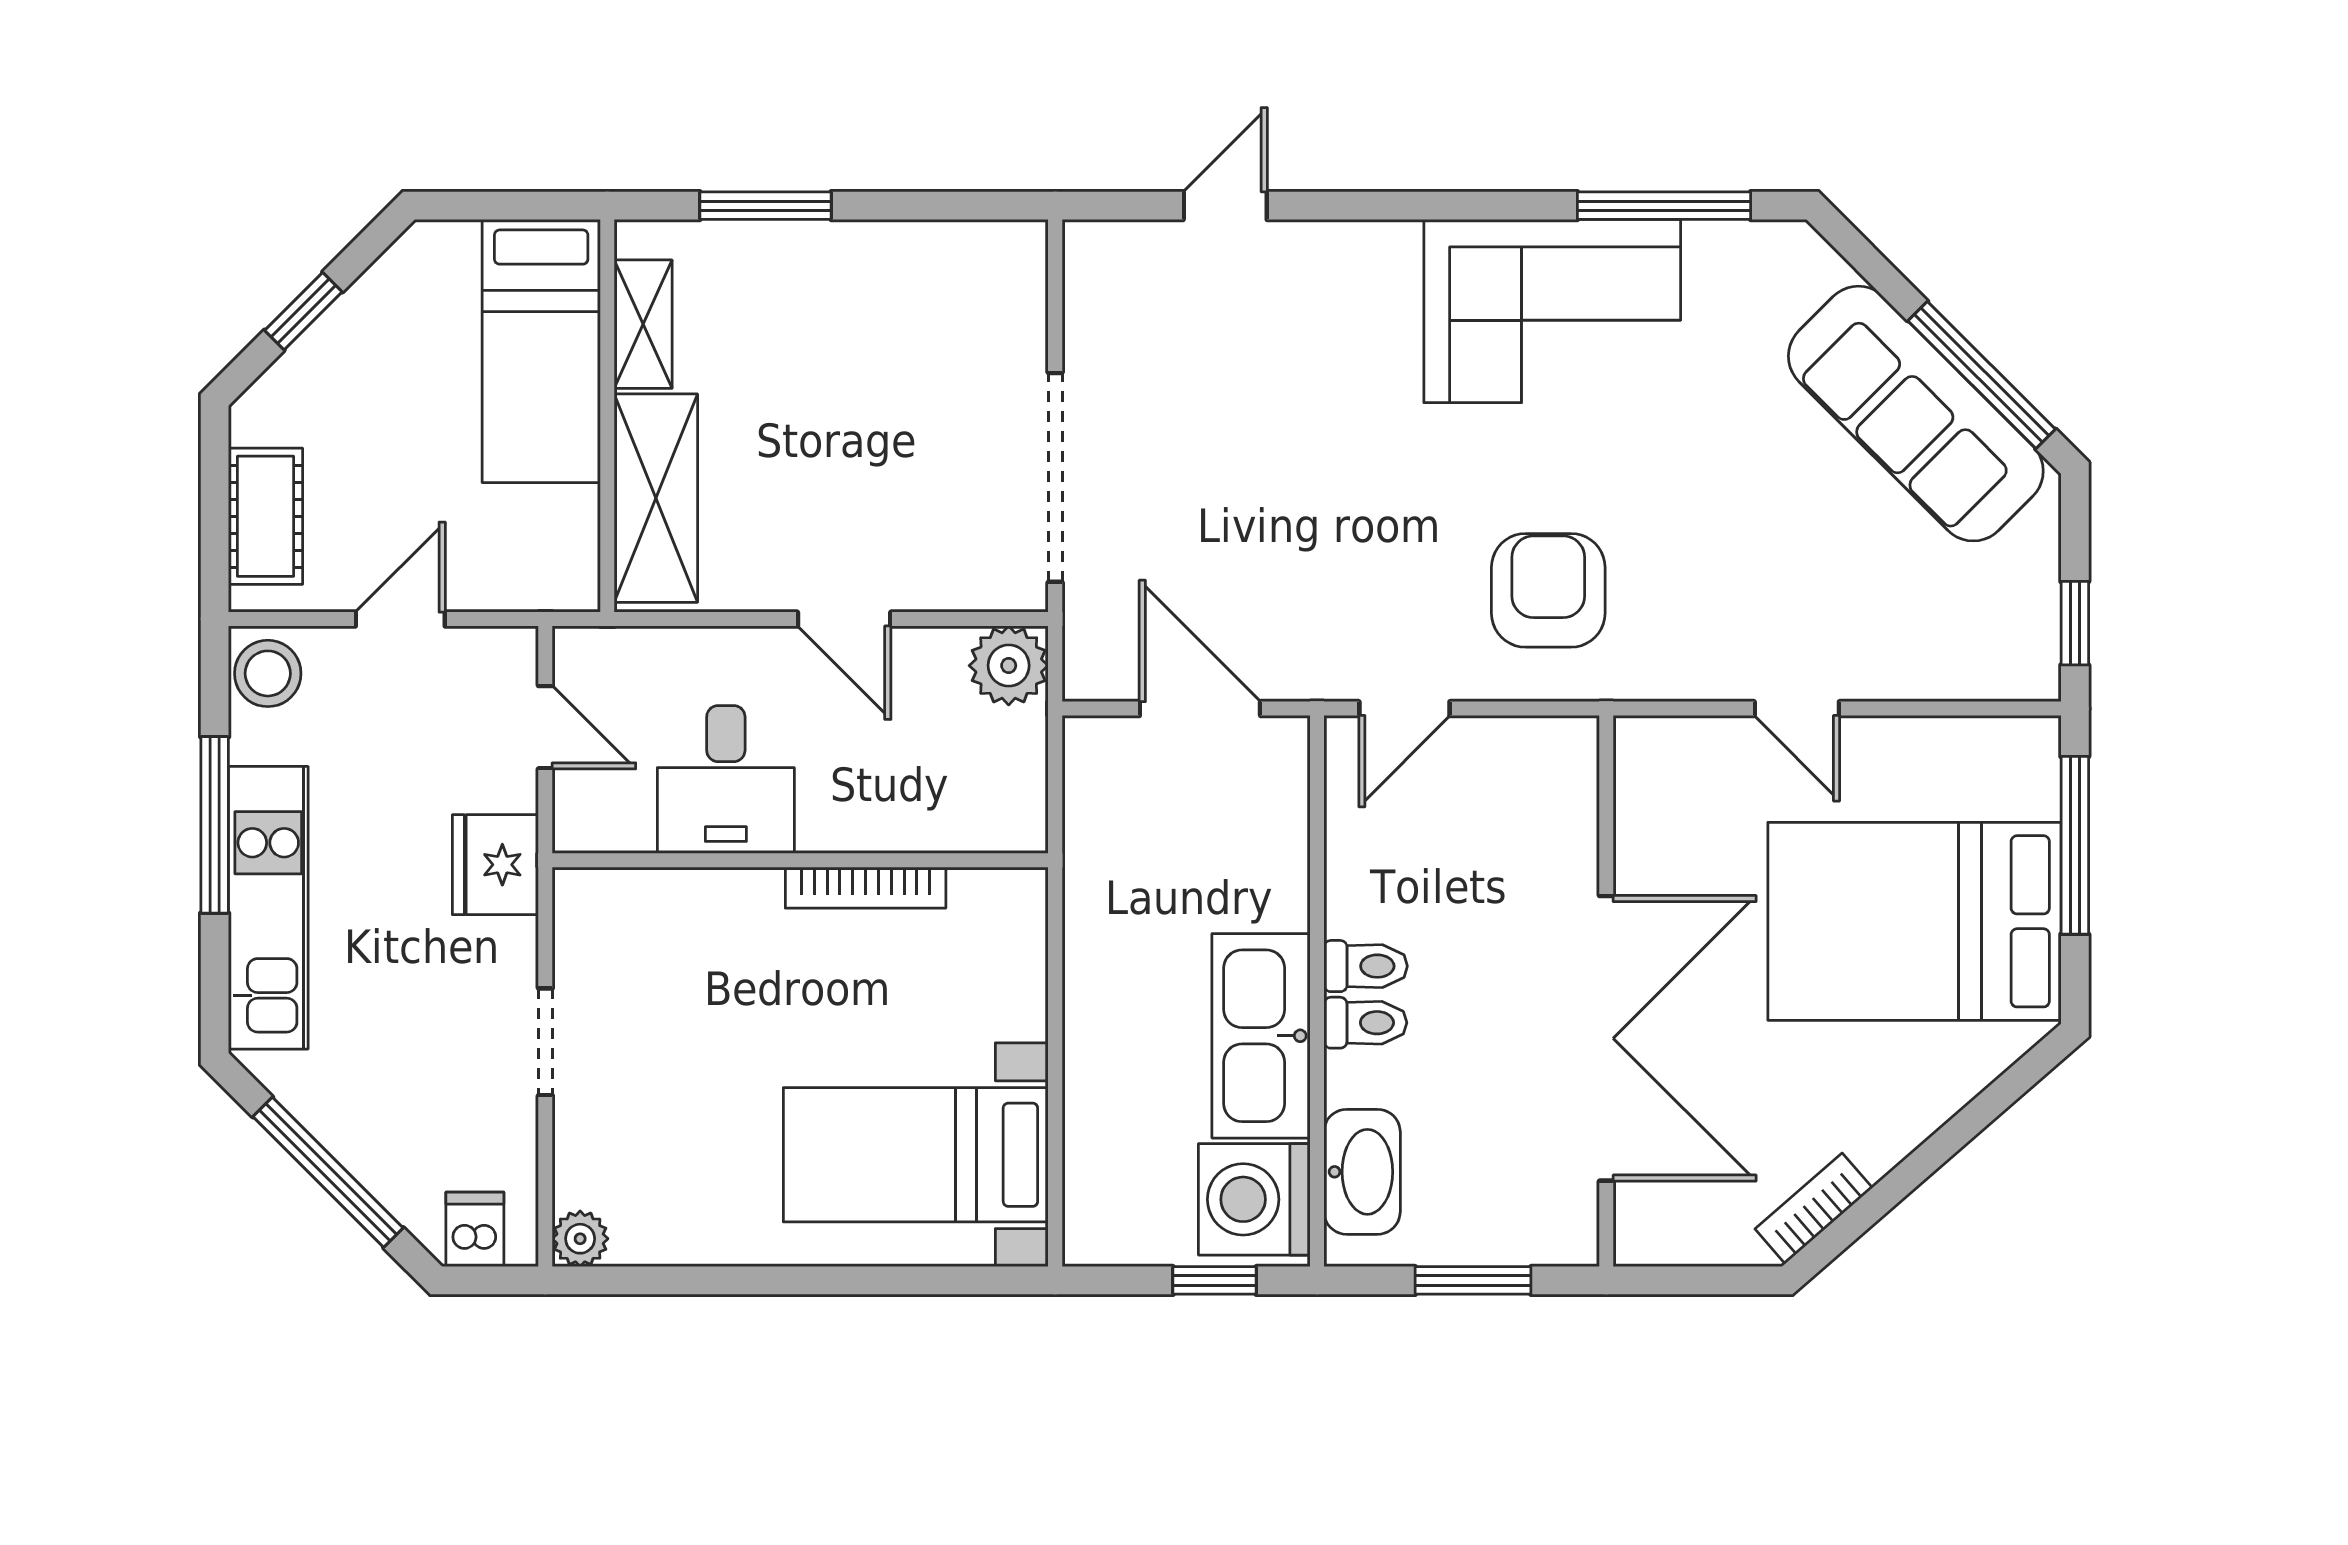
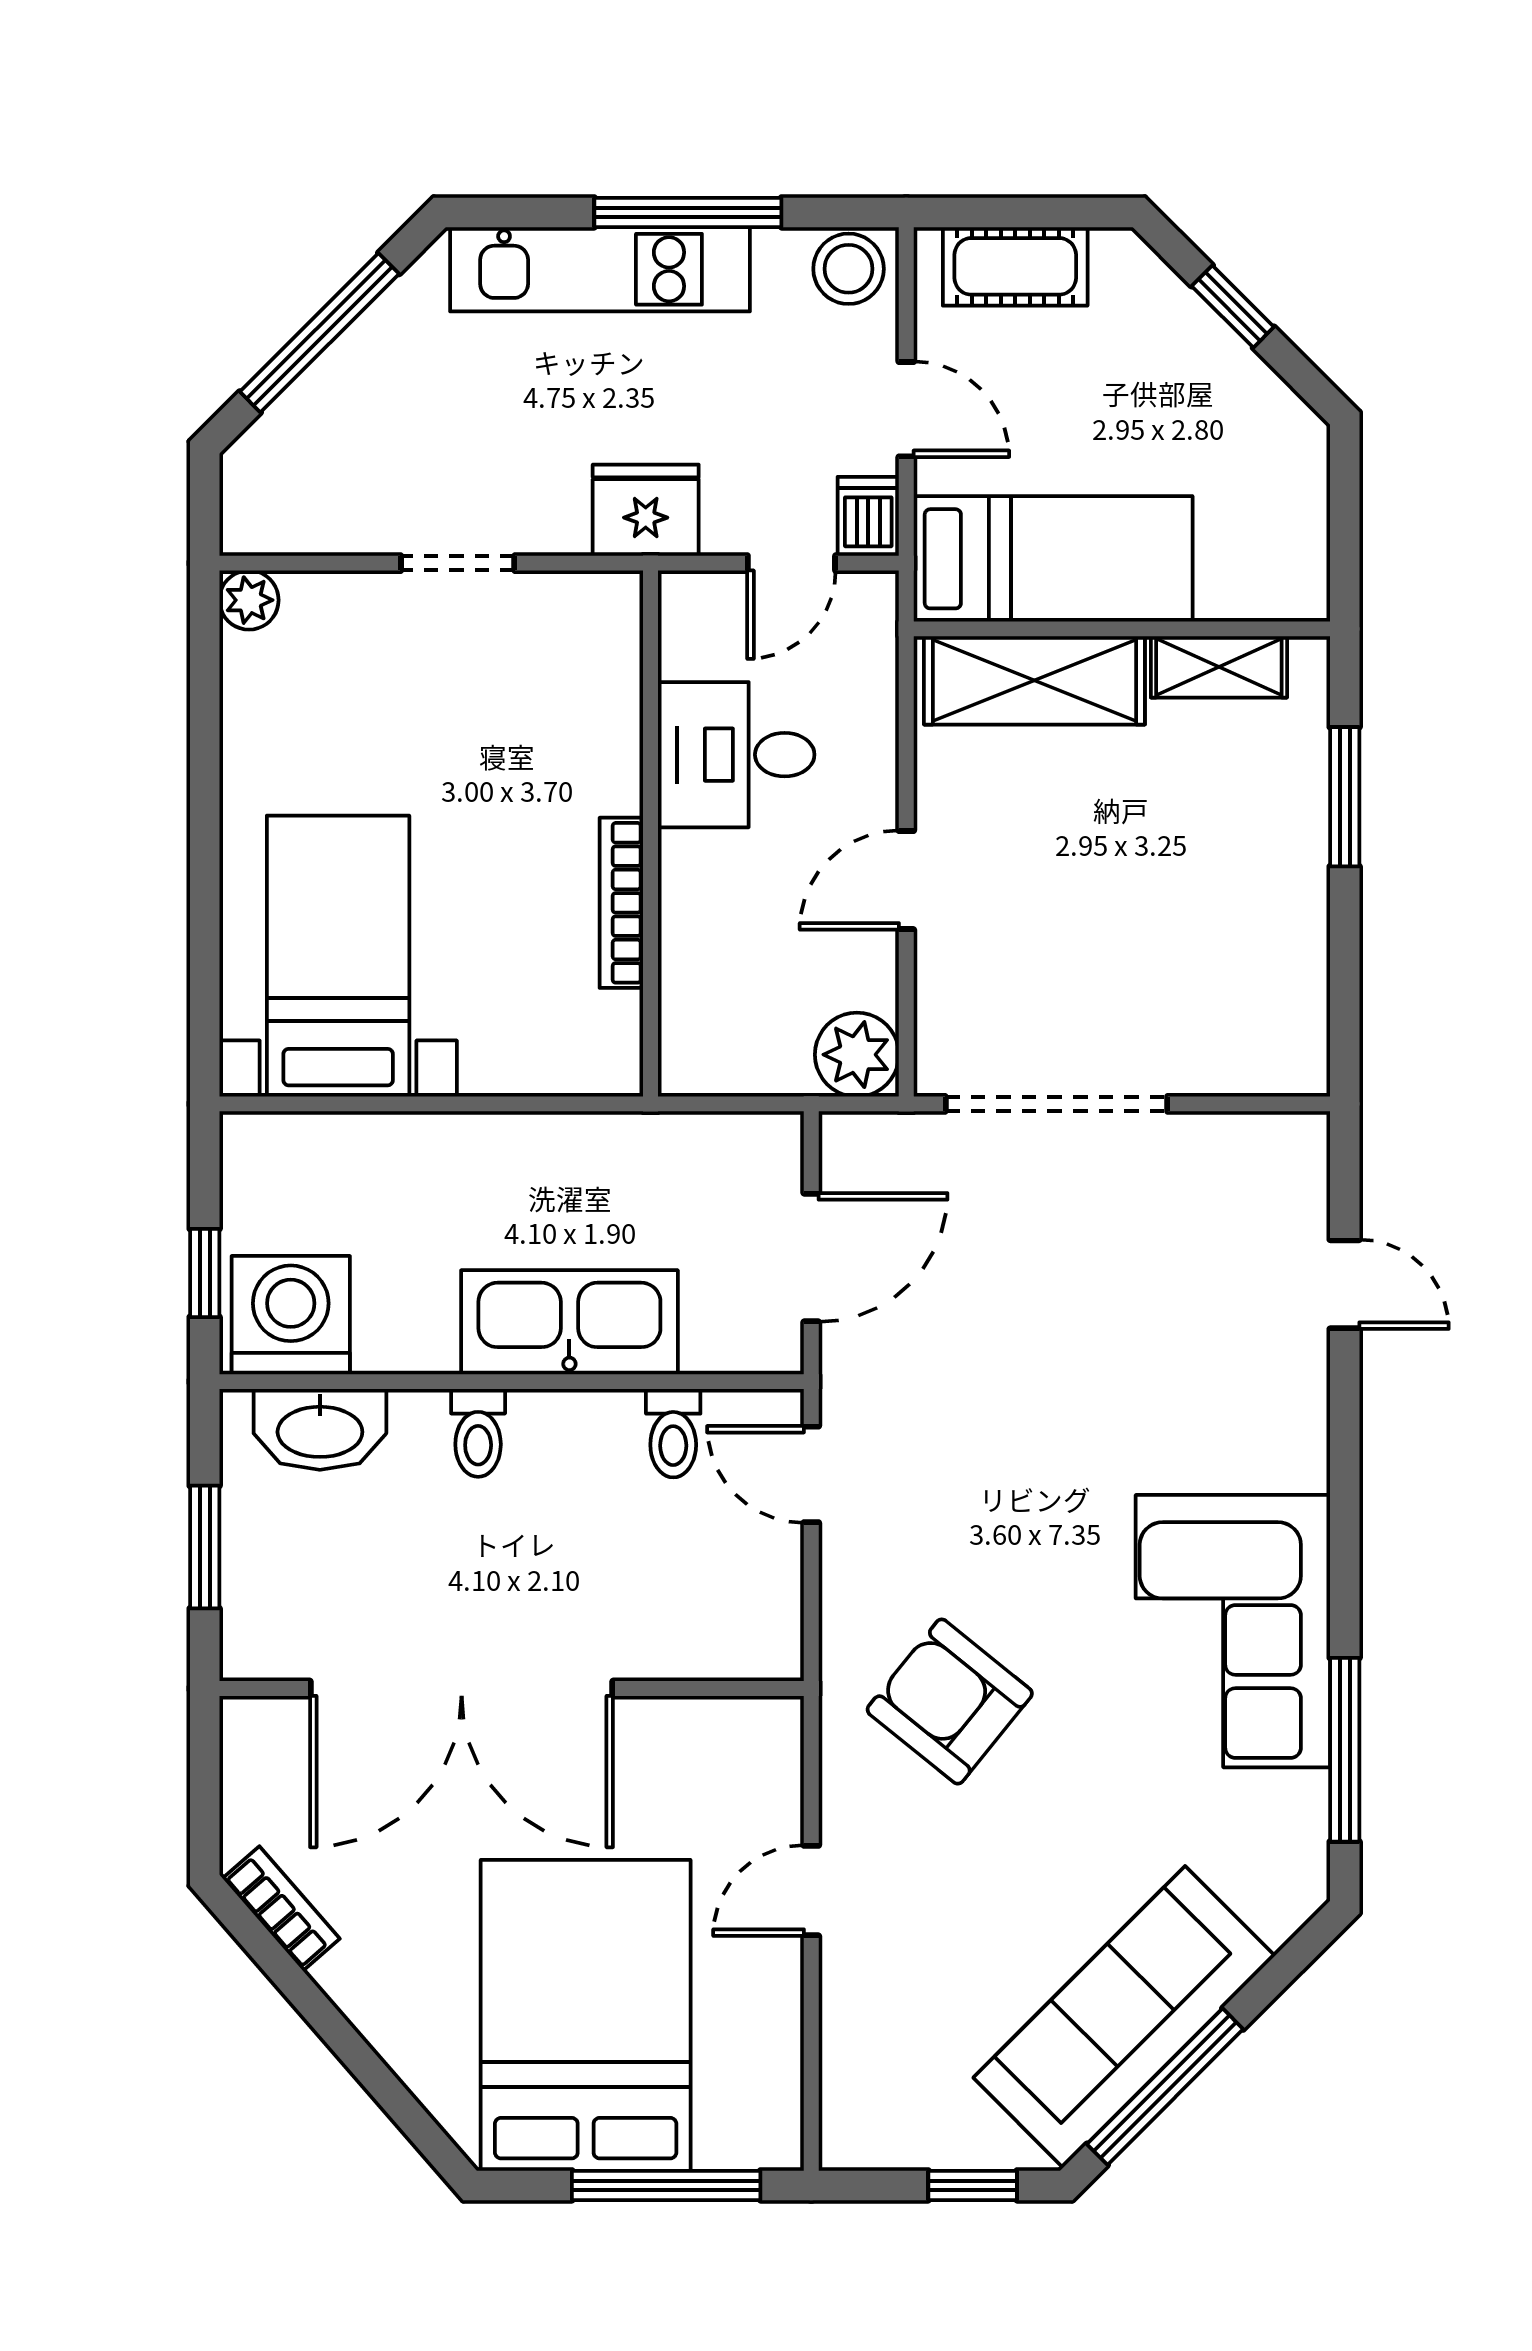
bed: (541, 351) -> (1053, 559), moved, turned 180
armchair: (1548, 590) -> (950, 1702), moved, turned -141
window: (2075, 623) -> (973, 2185), moved
toilet: (1366, 966) -> (673, 1433), moved
kitchen sink: (1261, 1036) -> (569, 1322), moved
dishwasher: (475, 1229) -> (868, 516), moved, turned -90

